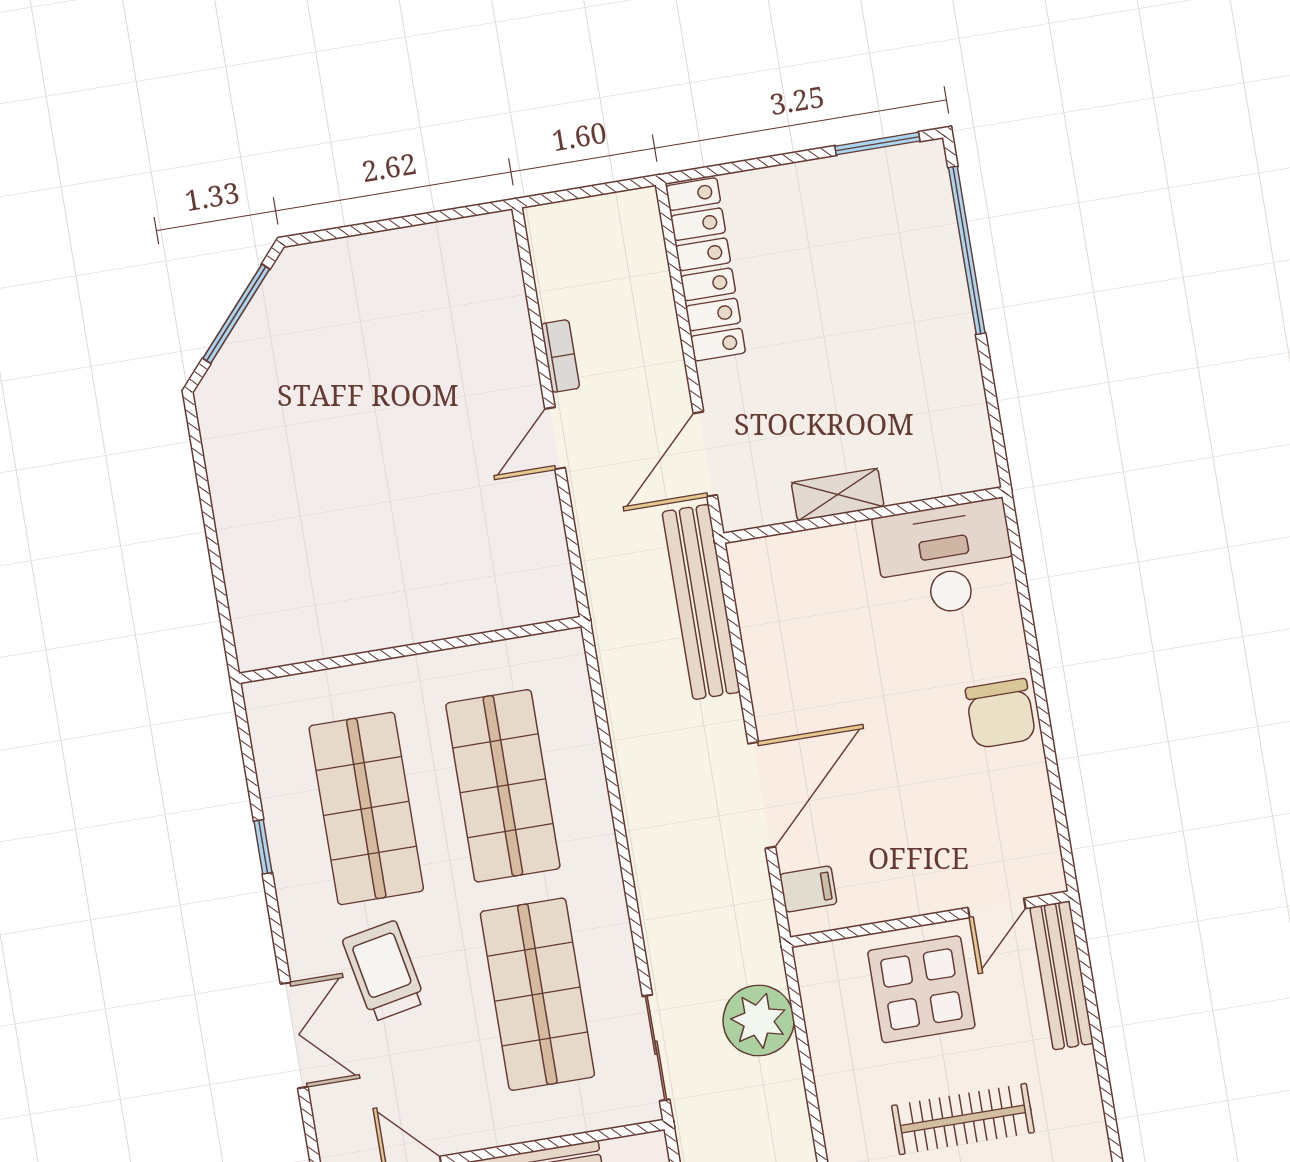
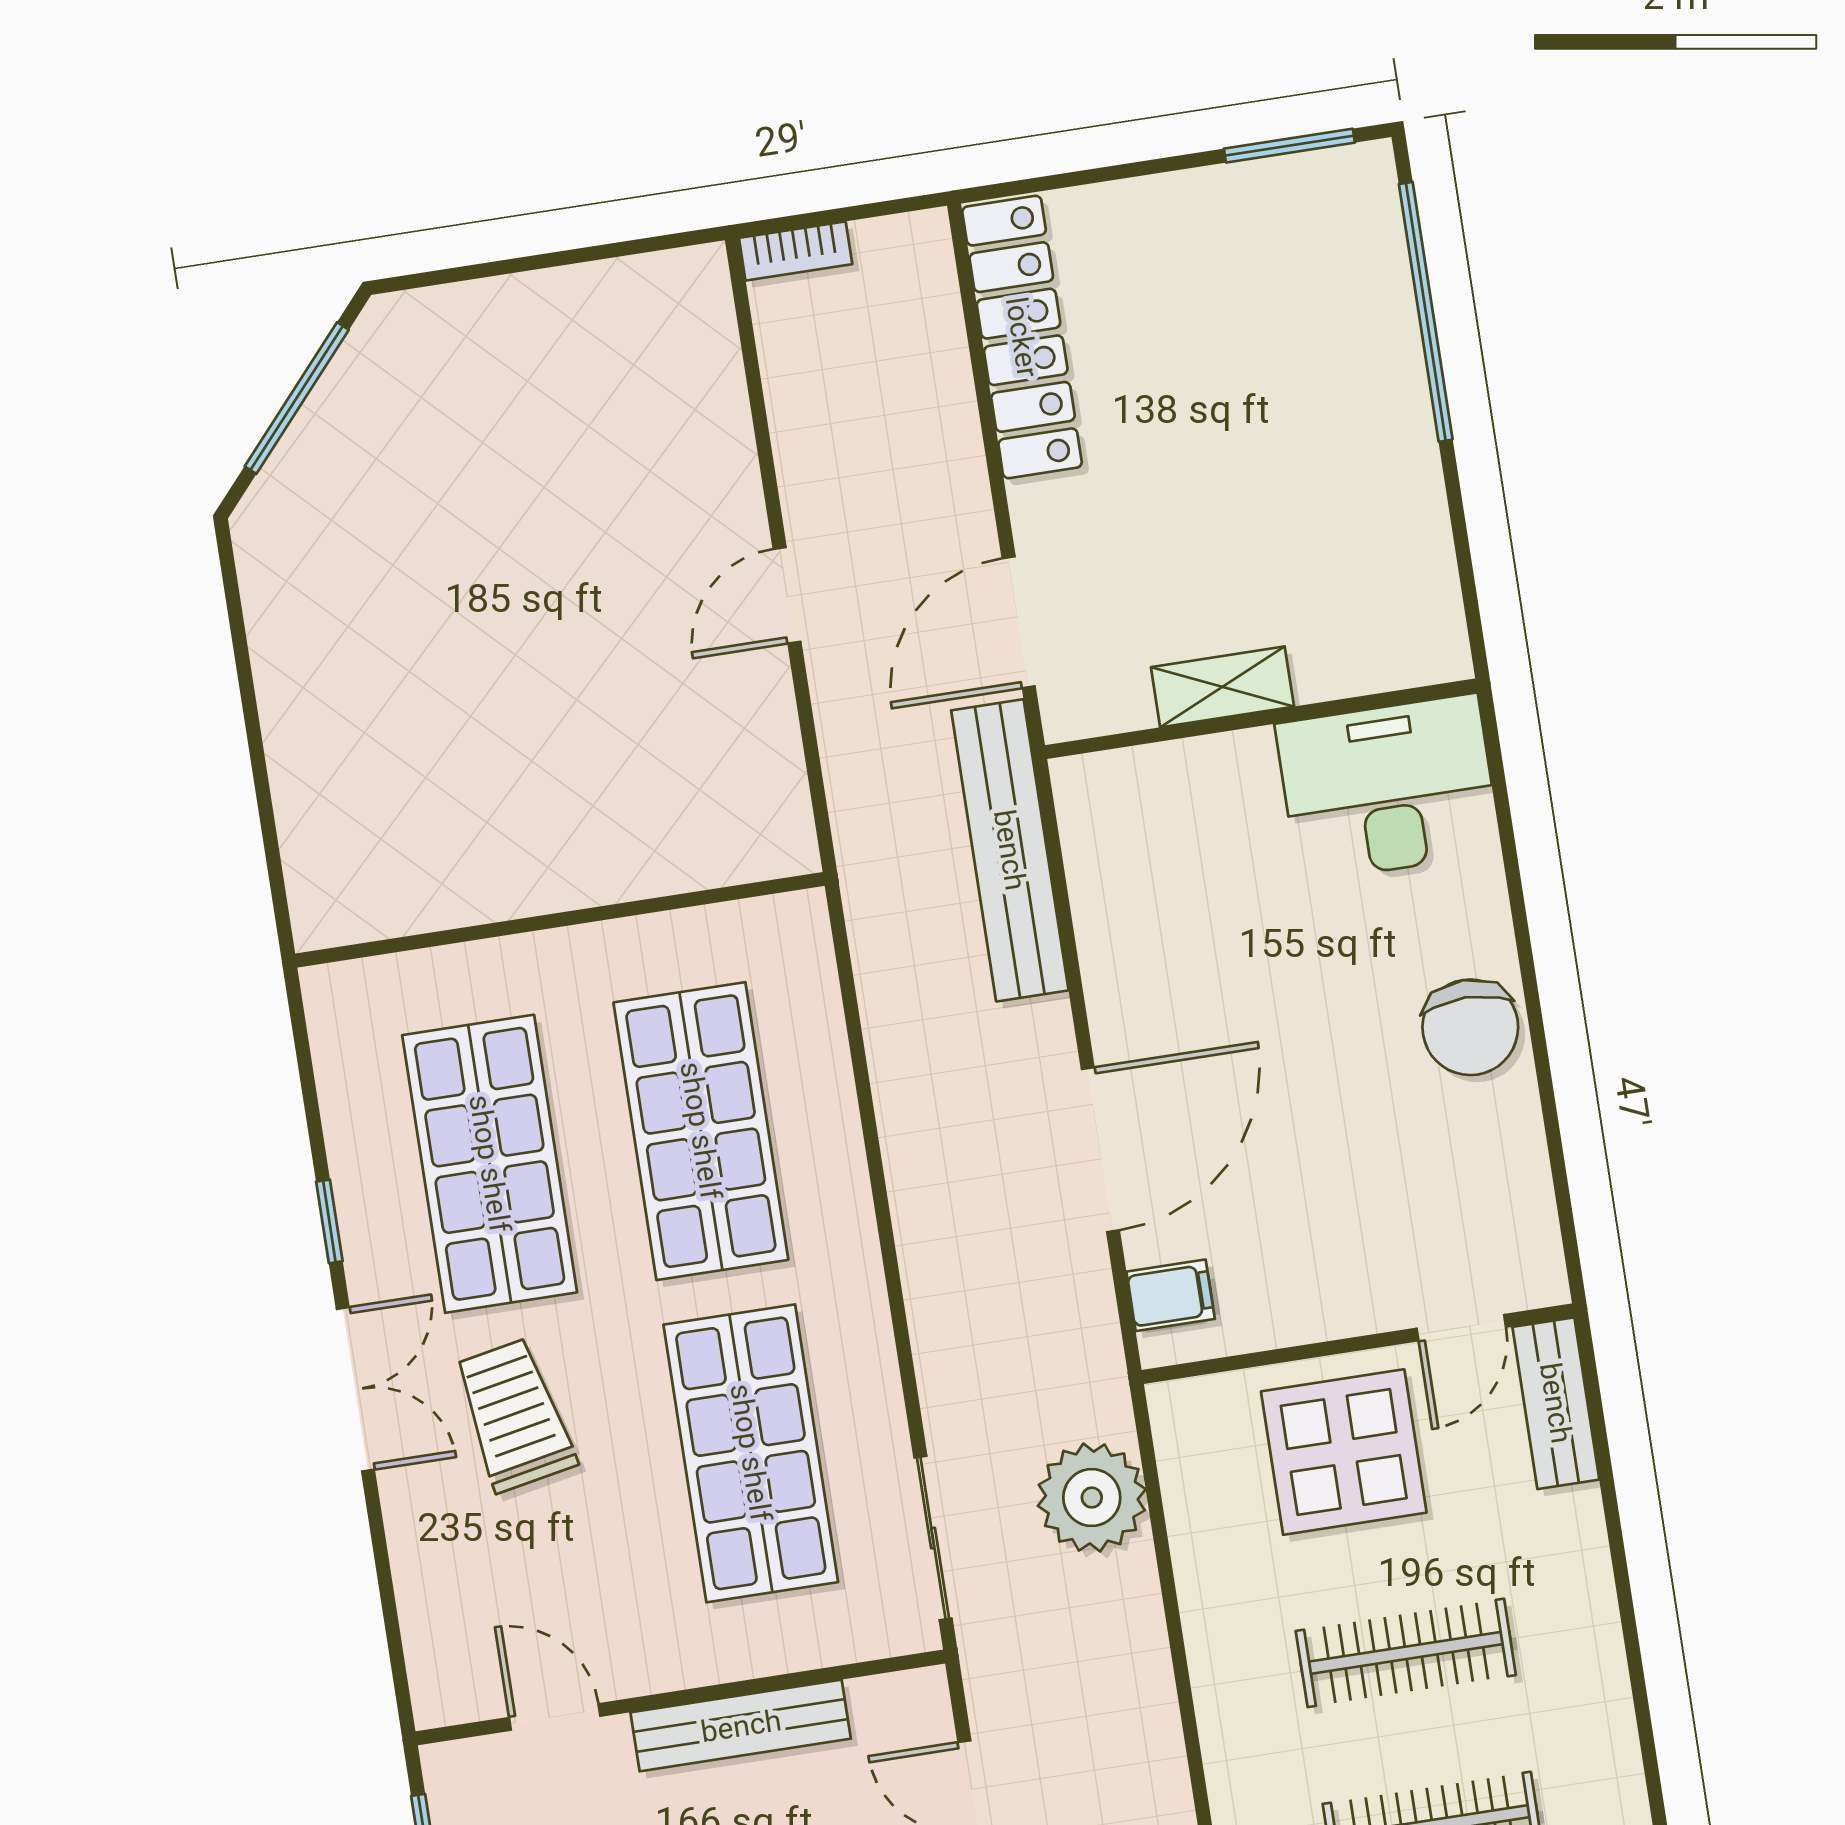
bookcase: (560, 356) -> (796, 251), moved, turned 90
bench: (1062, 975) -> (1556, 1403), width x0.73
double door: (294, 1035) -> (355, 1389), moved

